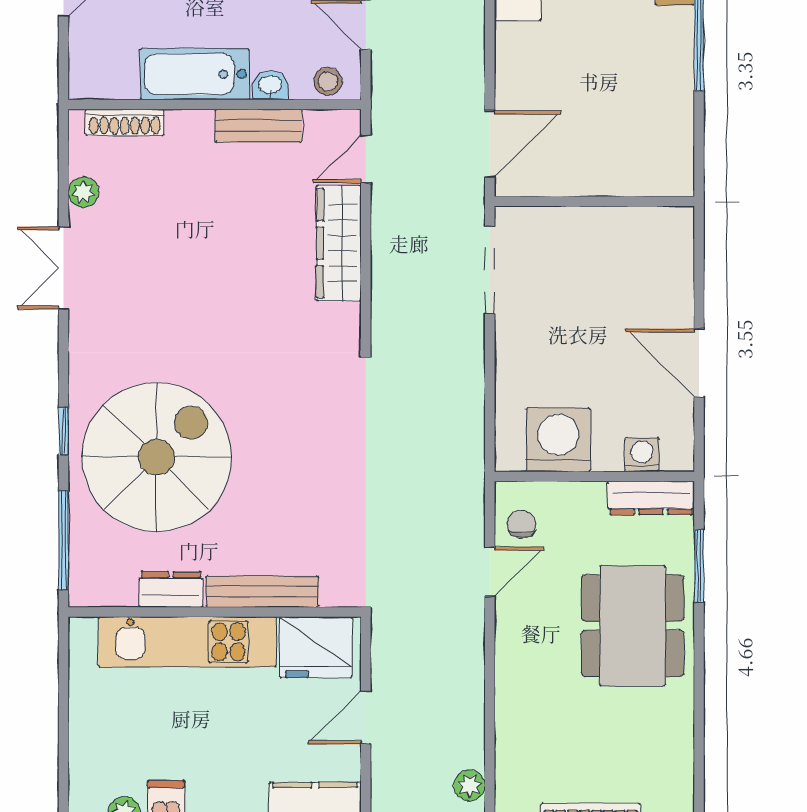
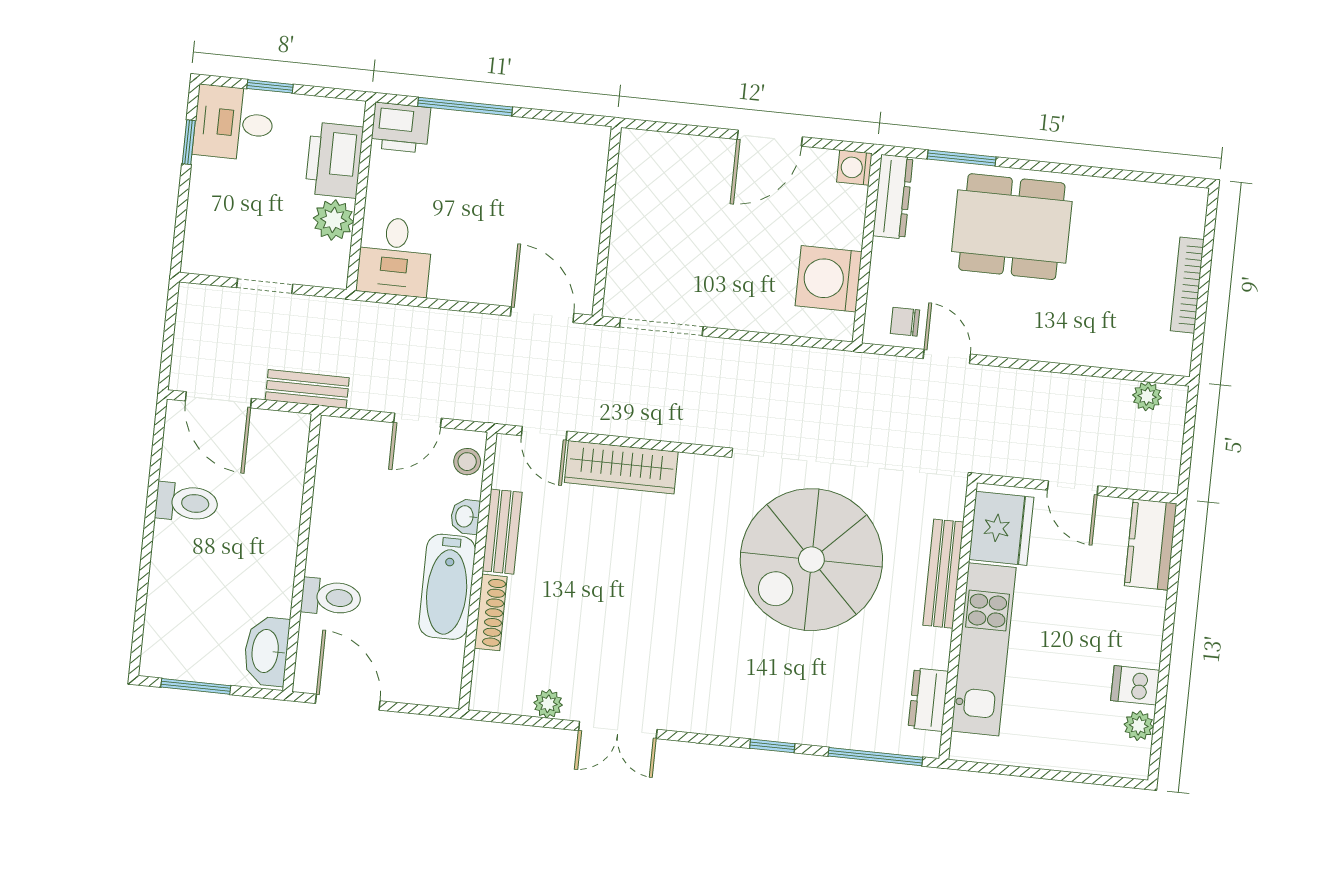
shoe rack: (125, 122) -> (491, 612), moved
washing machine: (642, 455) -> (854, 168), moved
spiral stairs: (156, 457) -> (811, 560), moved, turned -90
dresser: (171, 589) -> (928, 700), moved

